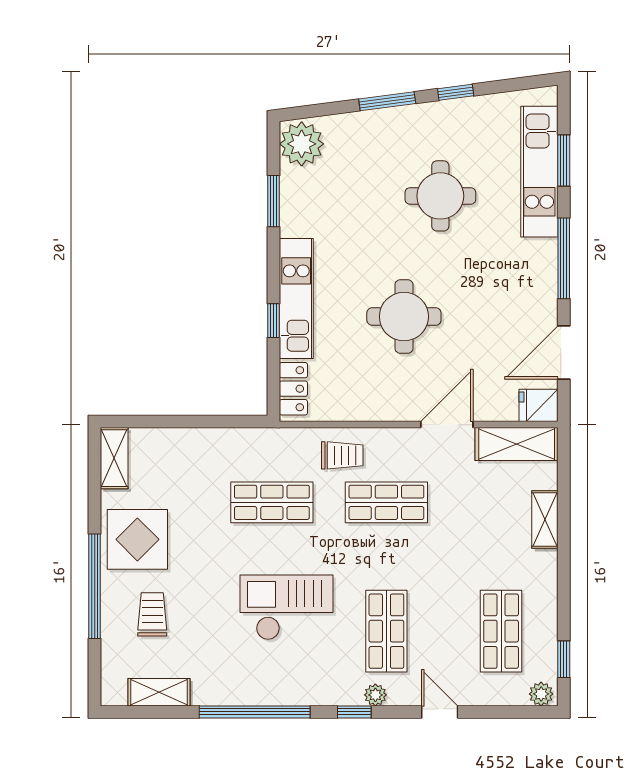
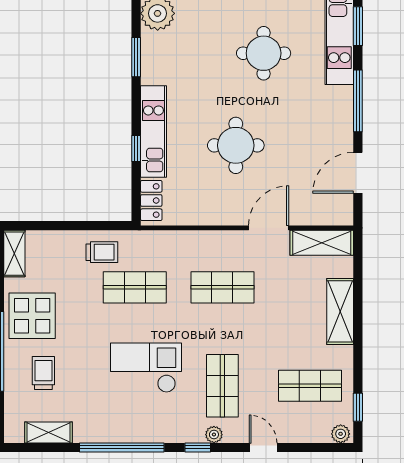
fridge: (539, 405) -> (339, 213), removed
trolley: (342, 455) -> (102, 252), moved
shelving: (545, 519) -> (340, 311), width x1.50, depth x1.33
shop shelf: (501, 631) -> (310, 386), turned 90

